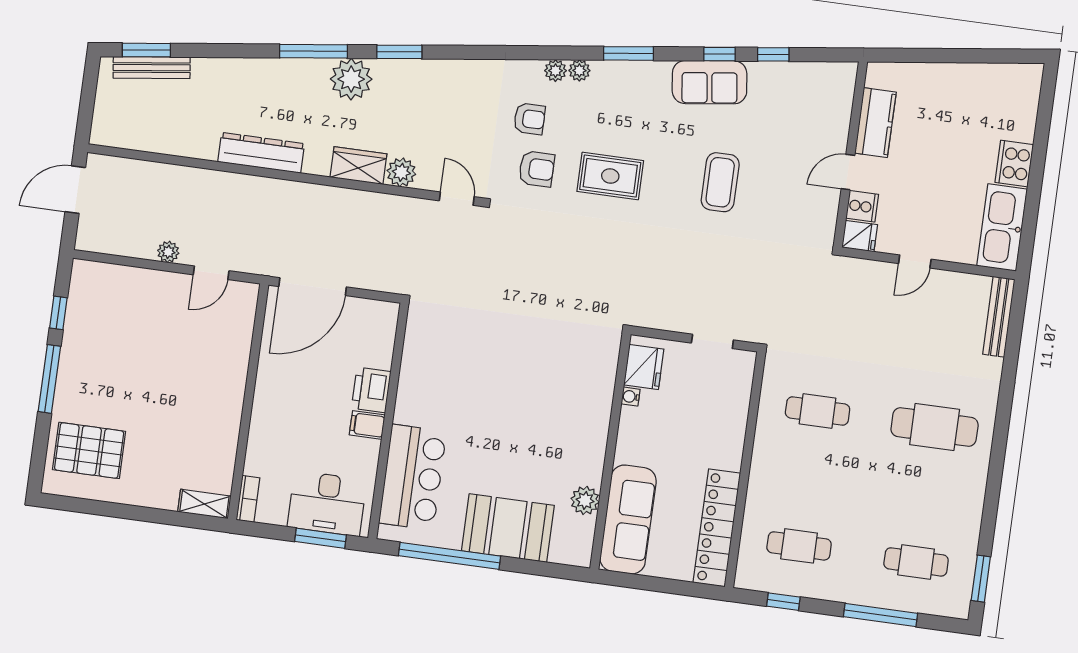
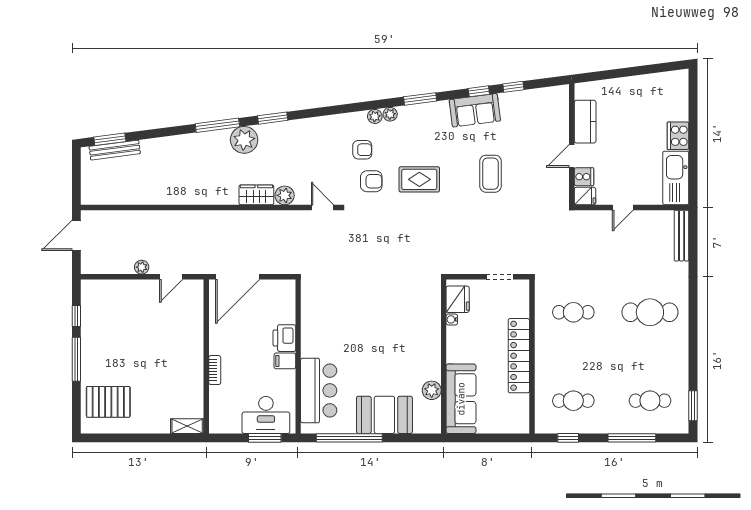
dresser: (261, 153) -> (193, 195), removed
bookcase: (248, 499) -> (215, 370), moved
locker: (717, 528) -> (519, 356), moved

